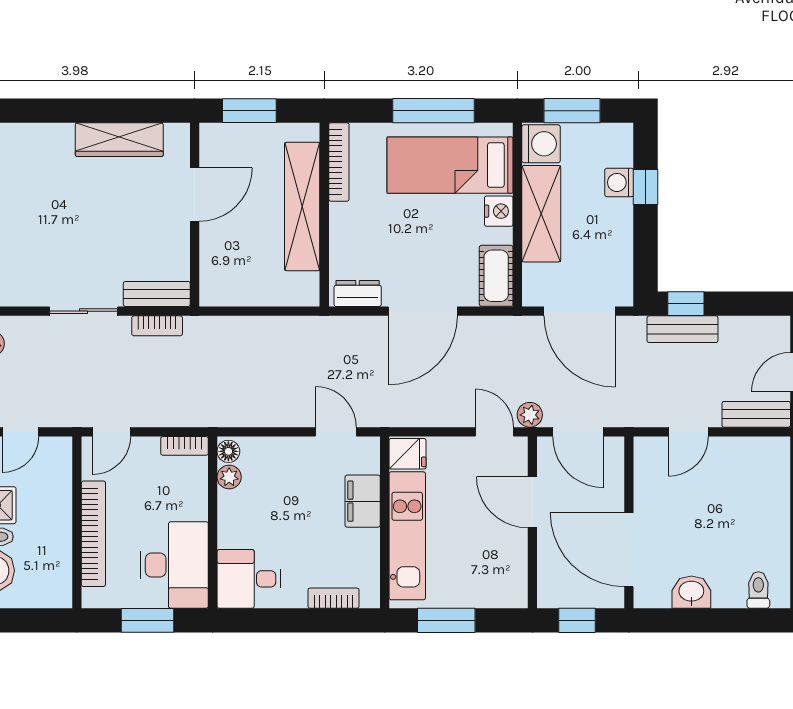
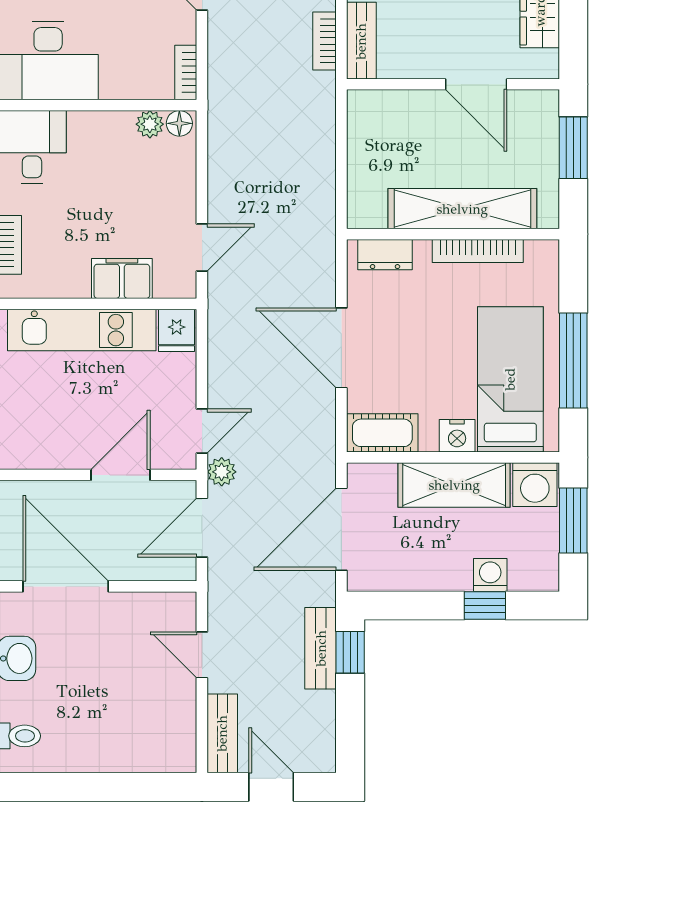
bookcase: (339, 162) -> (478, 251), moved
dresser: (358, 293) -> (385, 255), moved, turned 90
door: (629, 550) -> (66, 586), hinge flipped

